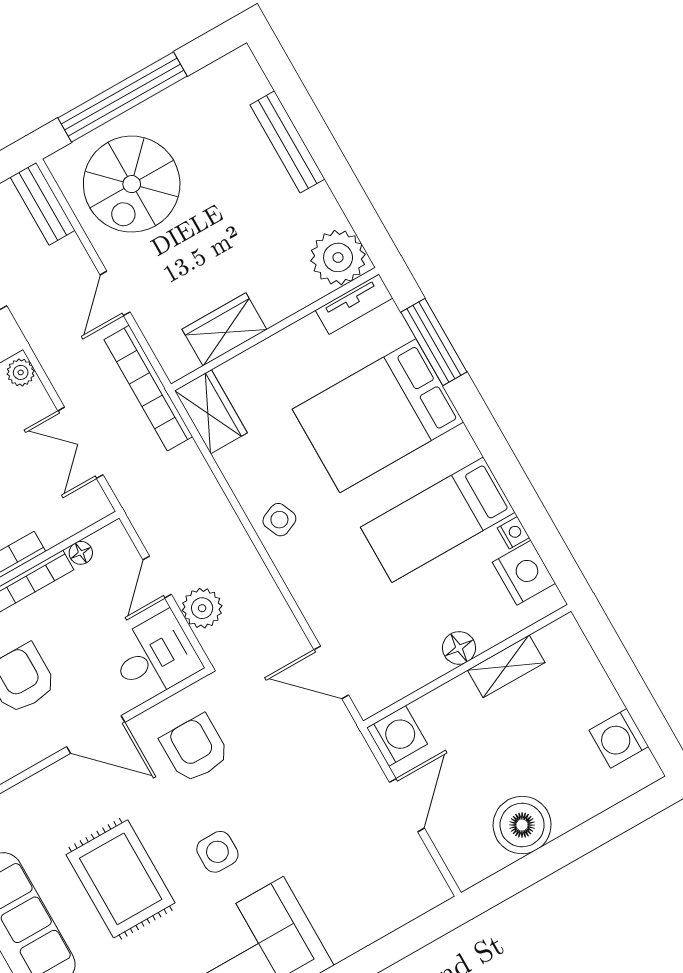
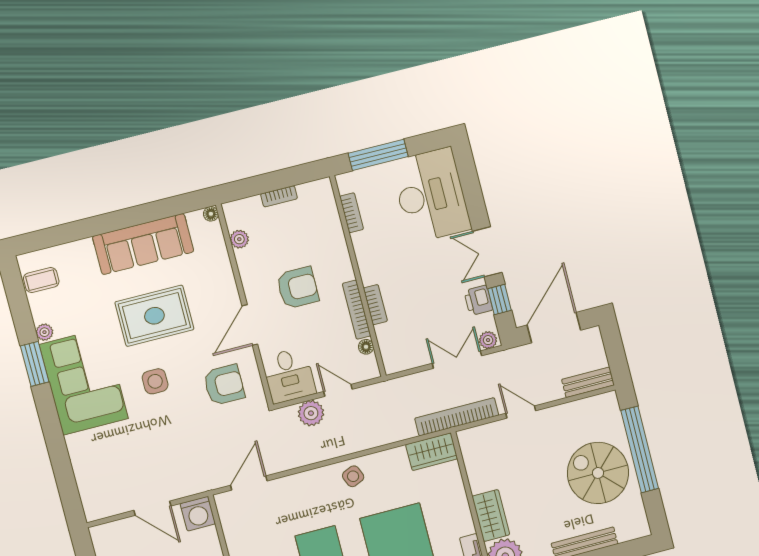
spiral stairs: (132, 184) -> (598, 473), moved
wardrobe: (224, 329) -> (491, 516), moved
double door: (81, 443) -> (457, 360), moved

